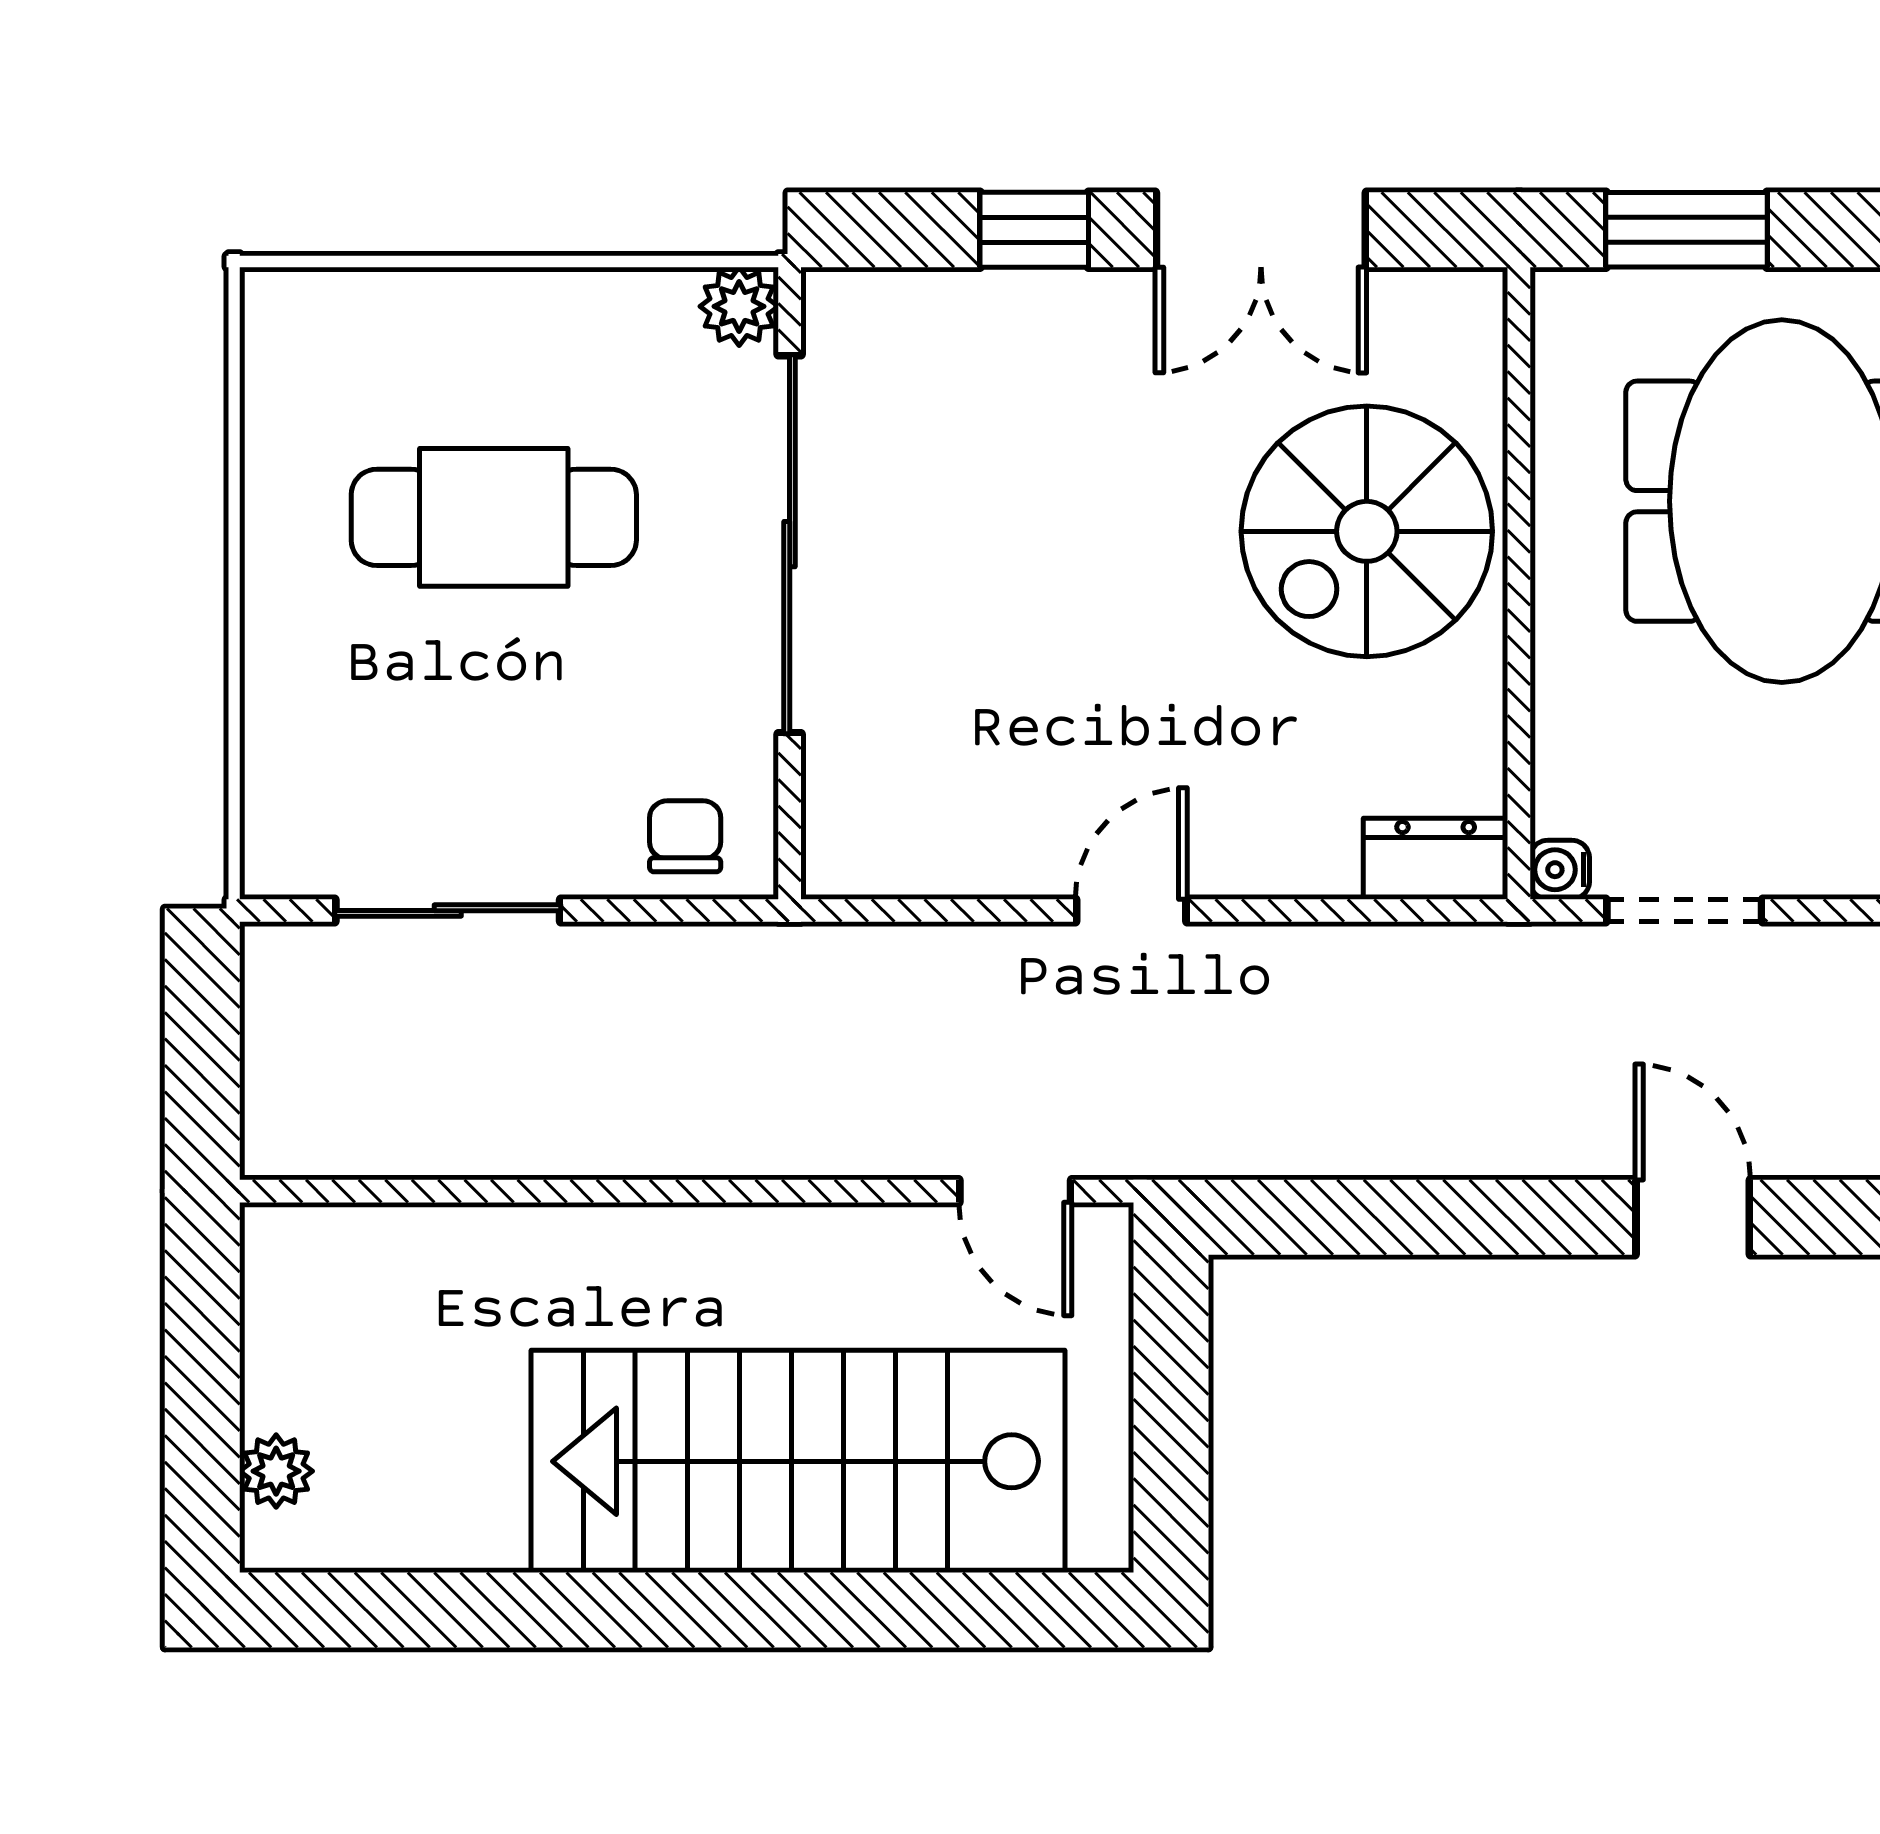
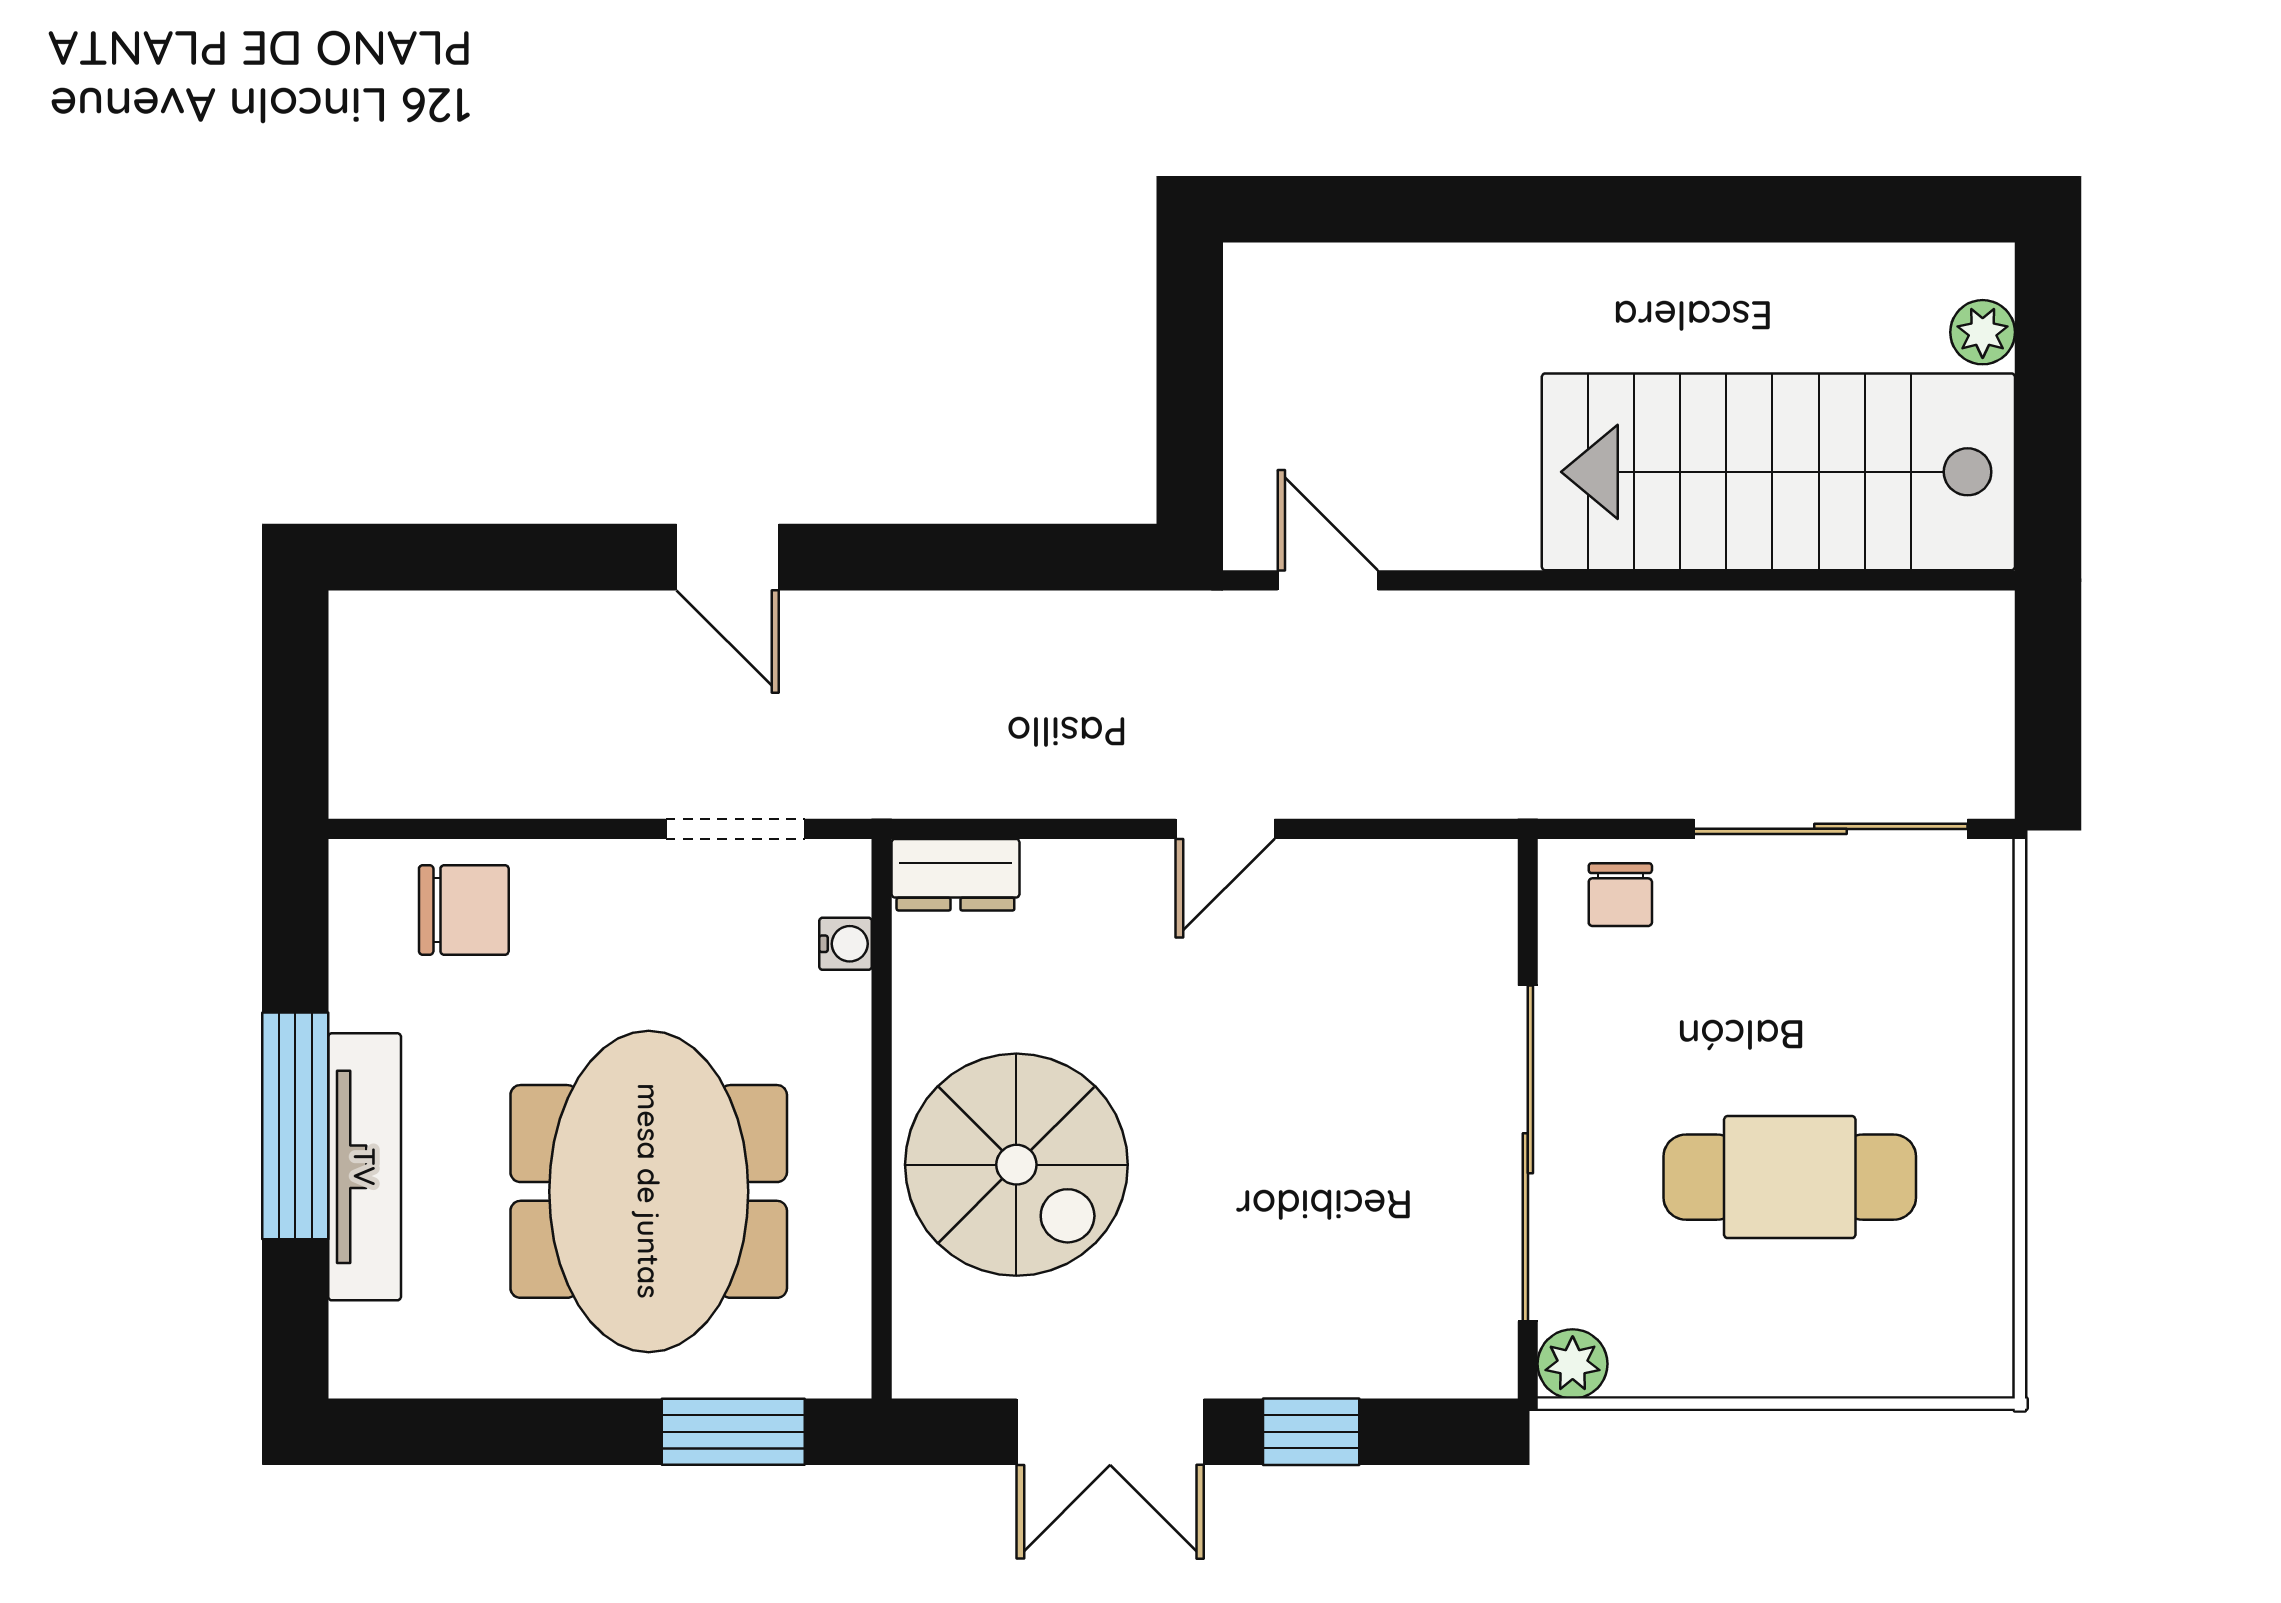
double door: (1261, 230) -> (1110, 1432), swing flipped
spiral stairs: (1367, 531) -> (1016, 1165), turned 90
water cooler: (1560, 870) -> (846, 944), moved
sliding door: (448, 911) -> (1831, 829), width x1.37
stairs: (798, 1461) -> (1778, 472), moved, turned 180

